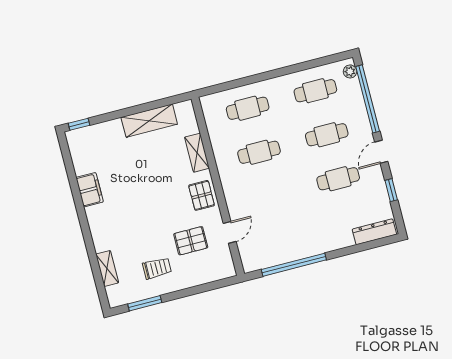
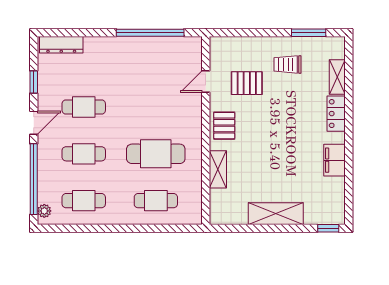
shelving: (149, 121) -> (276, 214), moved
cafe table: (259, 152) -> (156, 154), width x1.37, depth x1.35
locker: (99, 234) -> (336, 114), added

